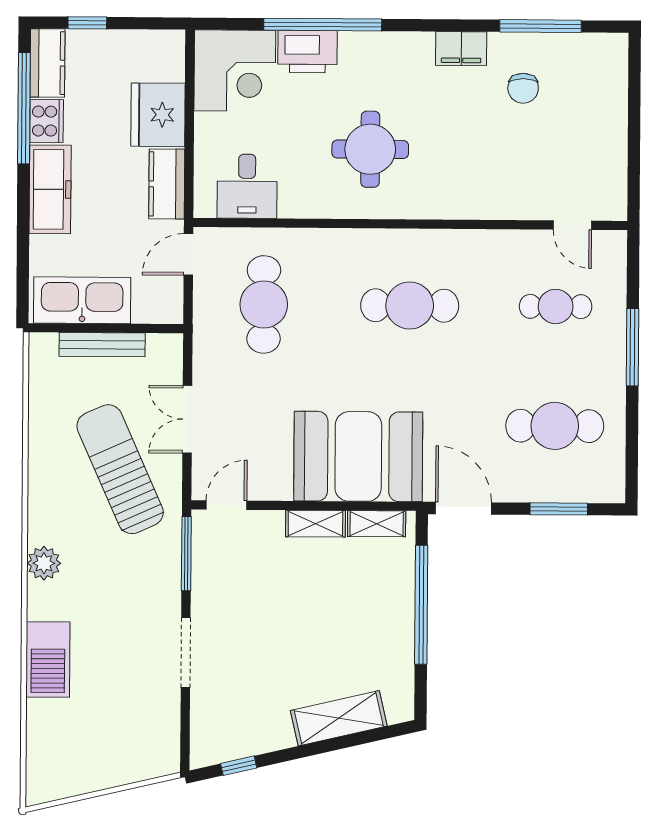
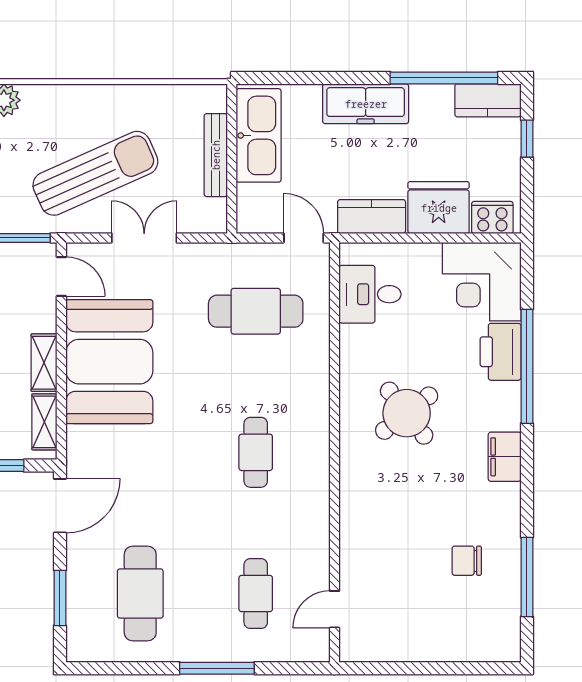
filing cabinet: (461, 49) -> (505, 457), moved
cooker: (47, 121) -> (492, 217), moved, turned 180
round table: (370, 149) -> (407, 413), turned -38
cafe table: (410, 305) -> (256, 452), width x0.73, depth x0.74
booth: (358, 456) -> (109, 362), moved

